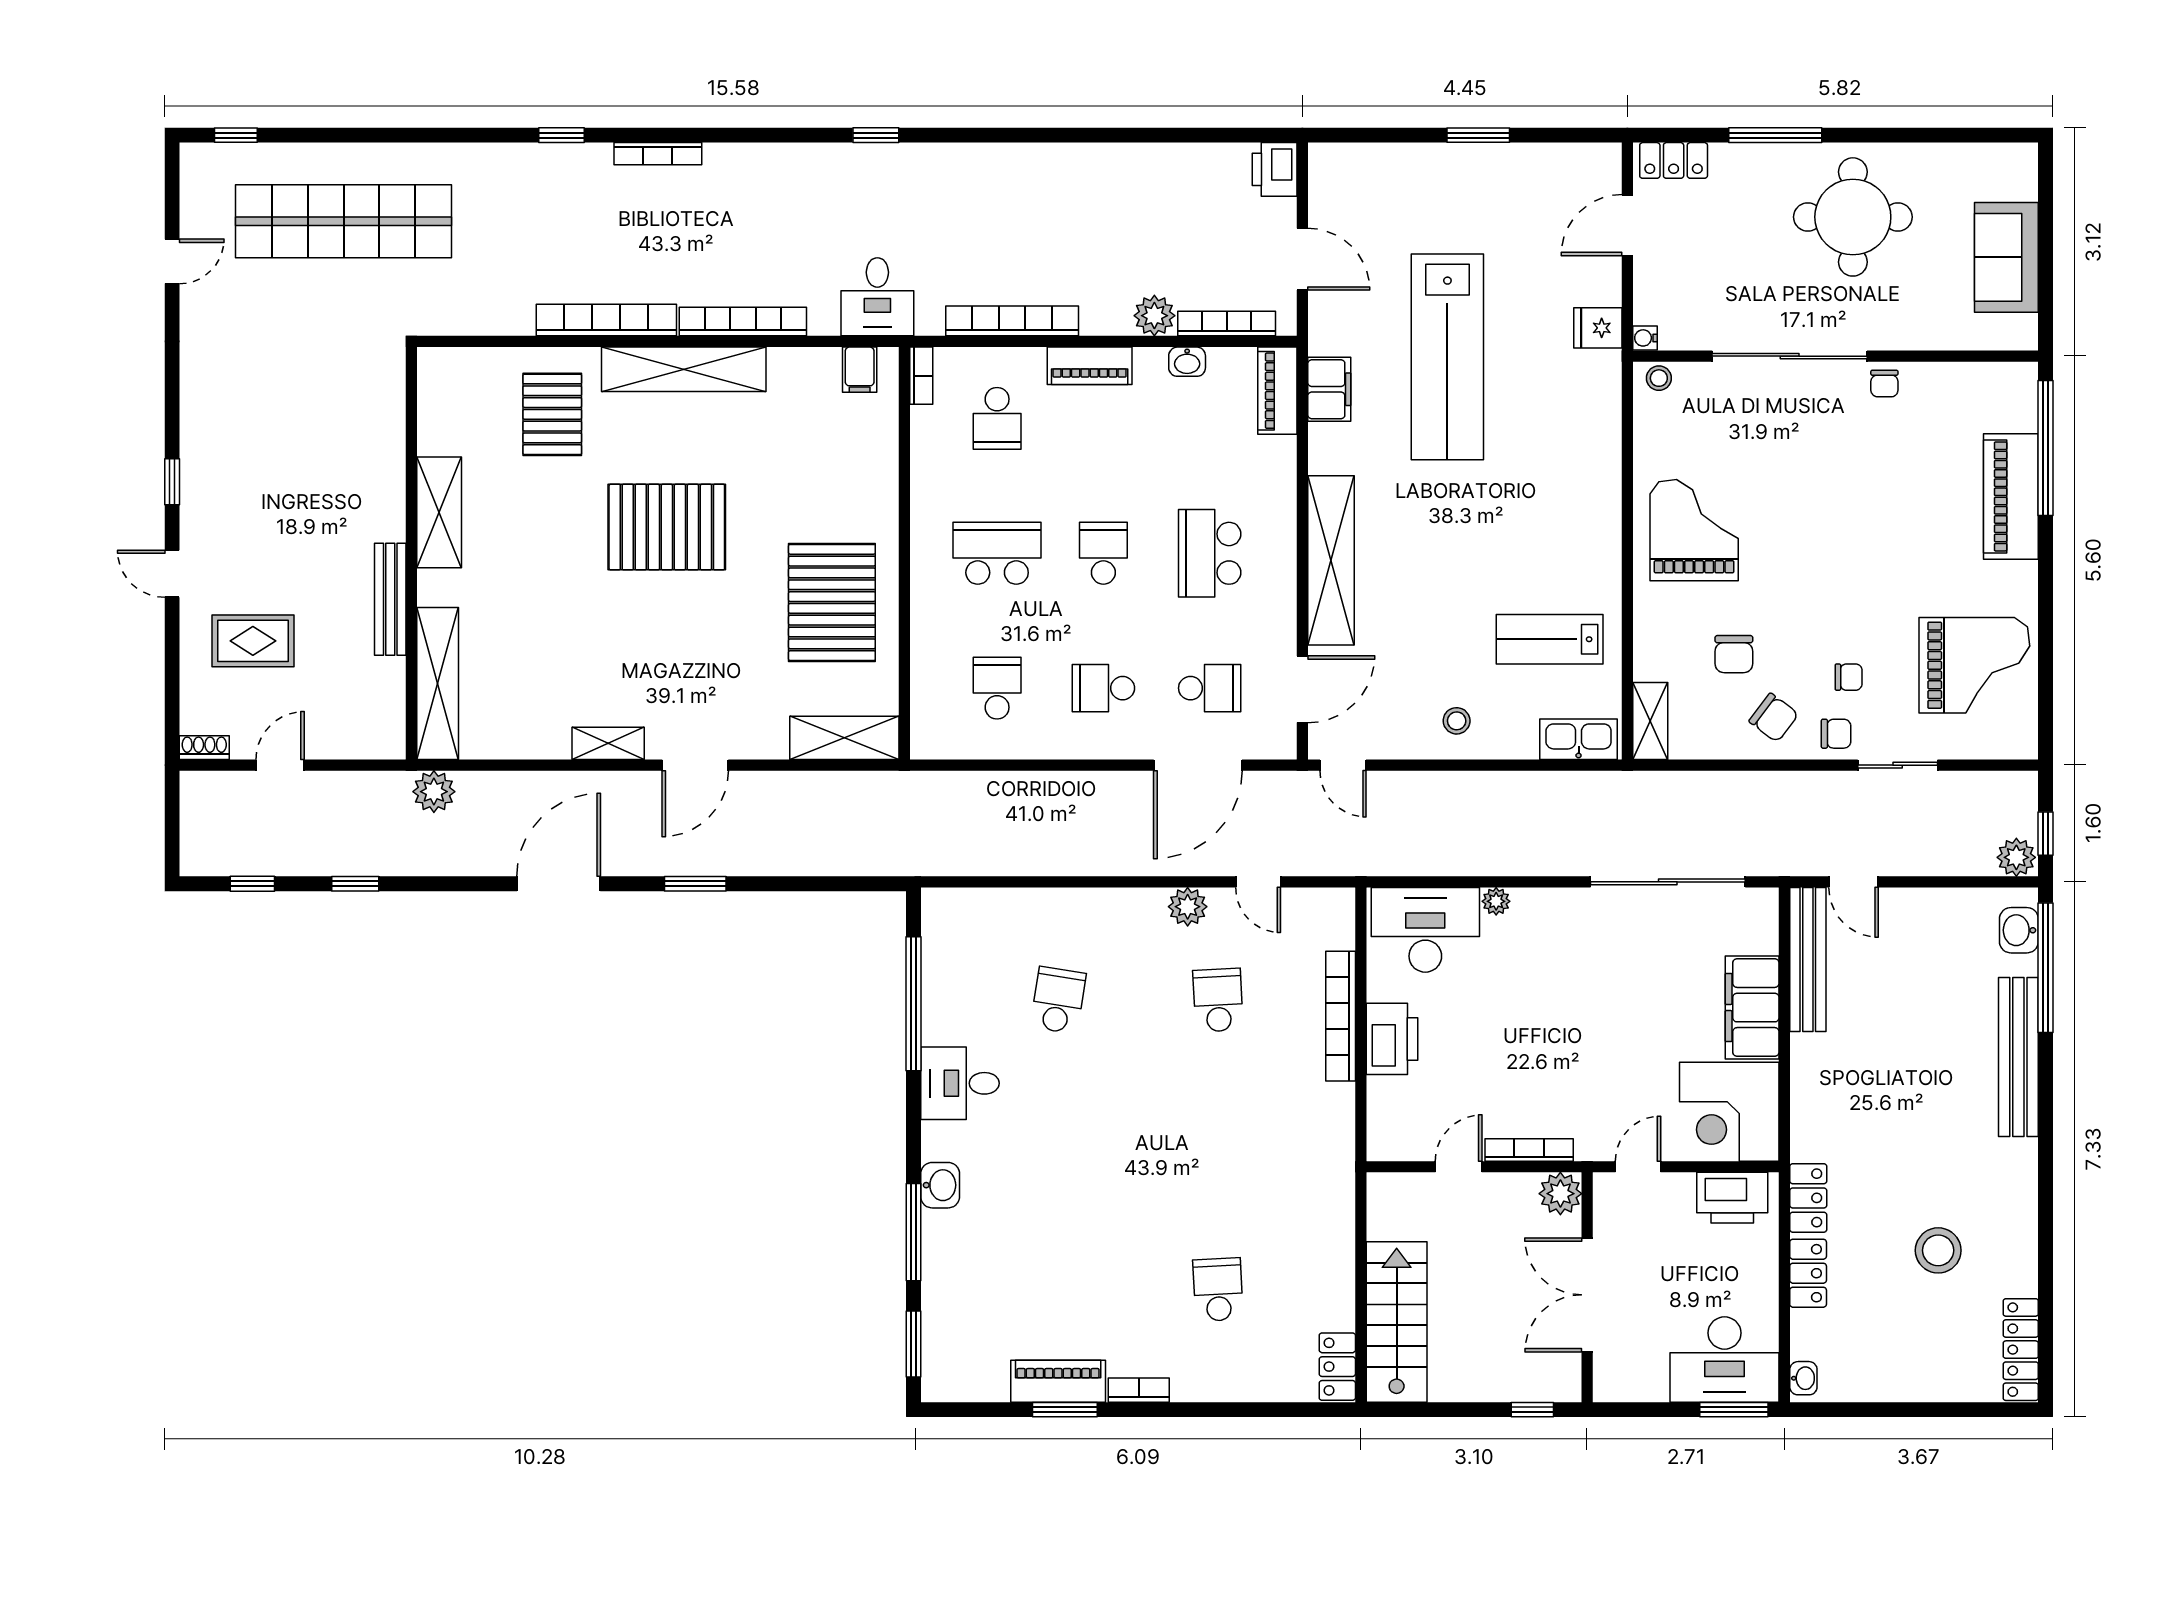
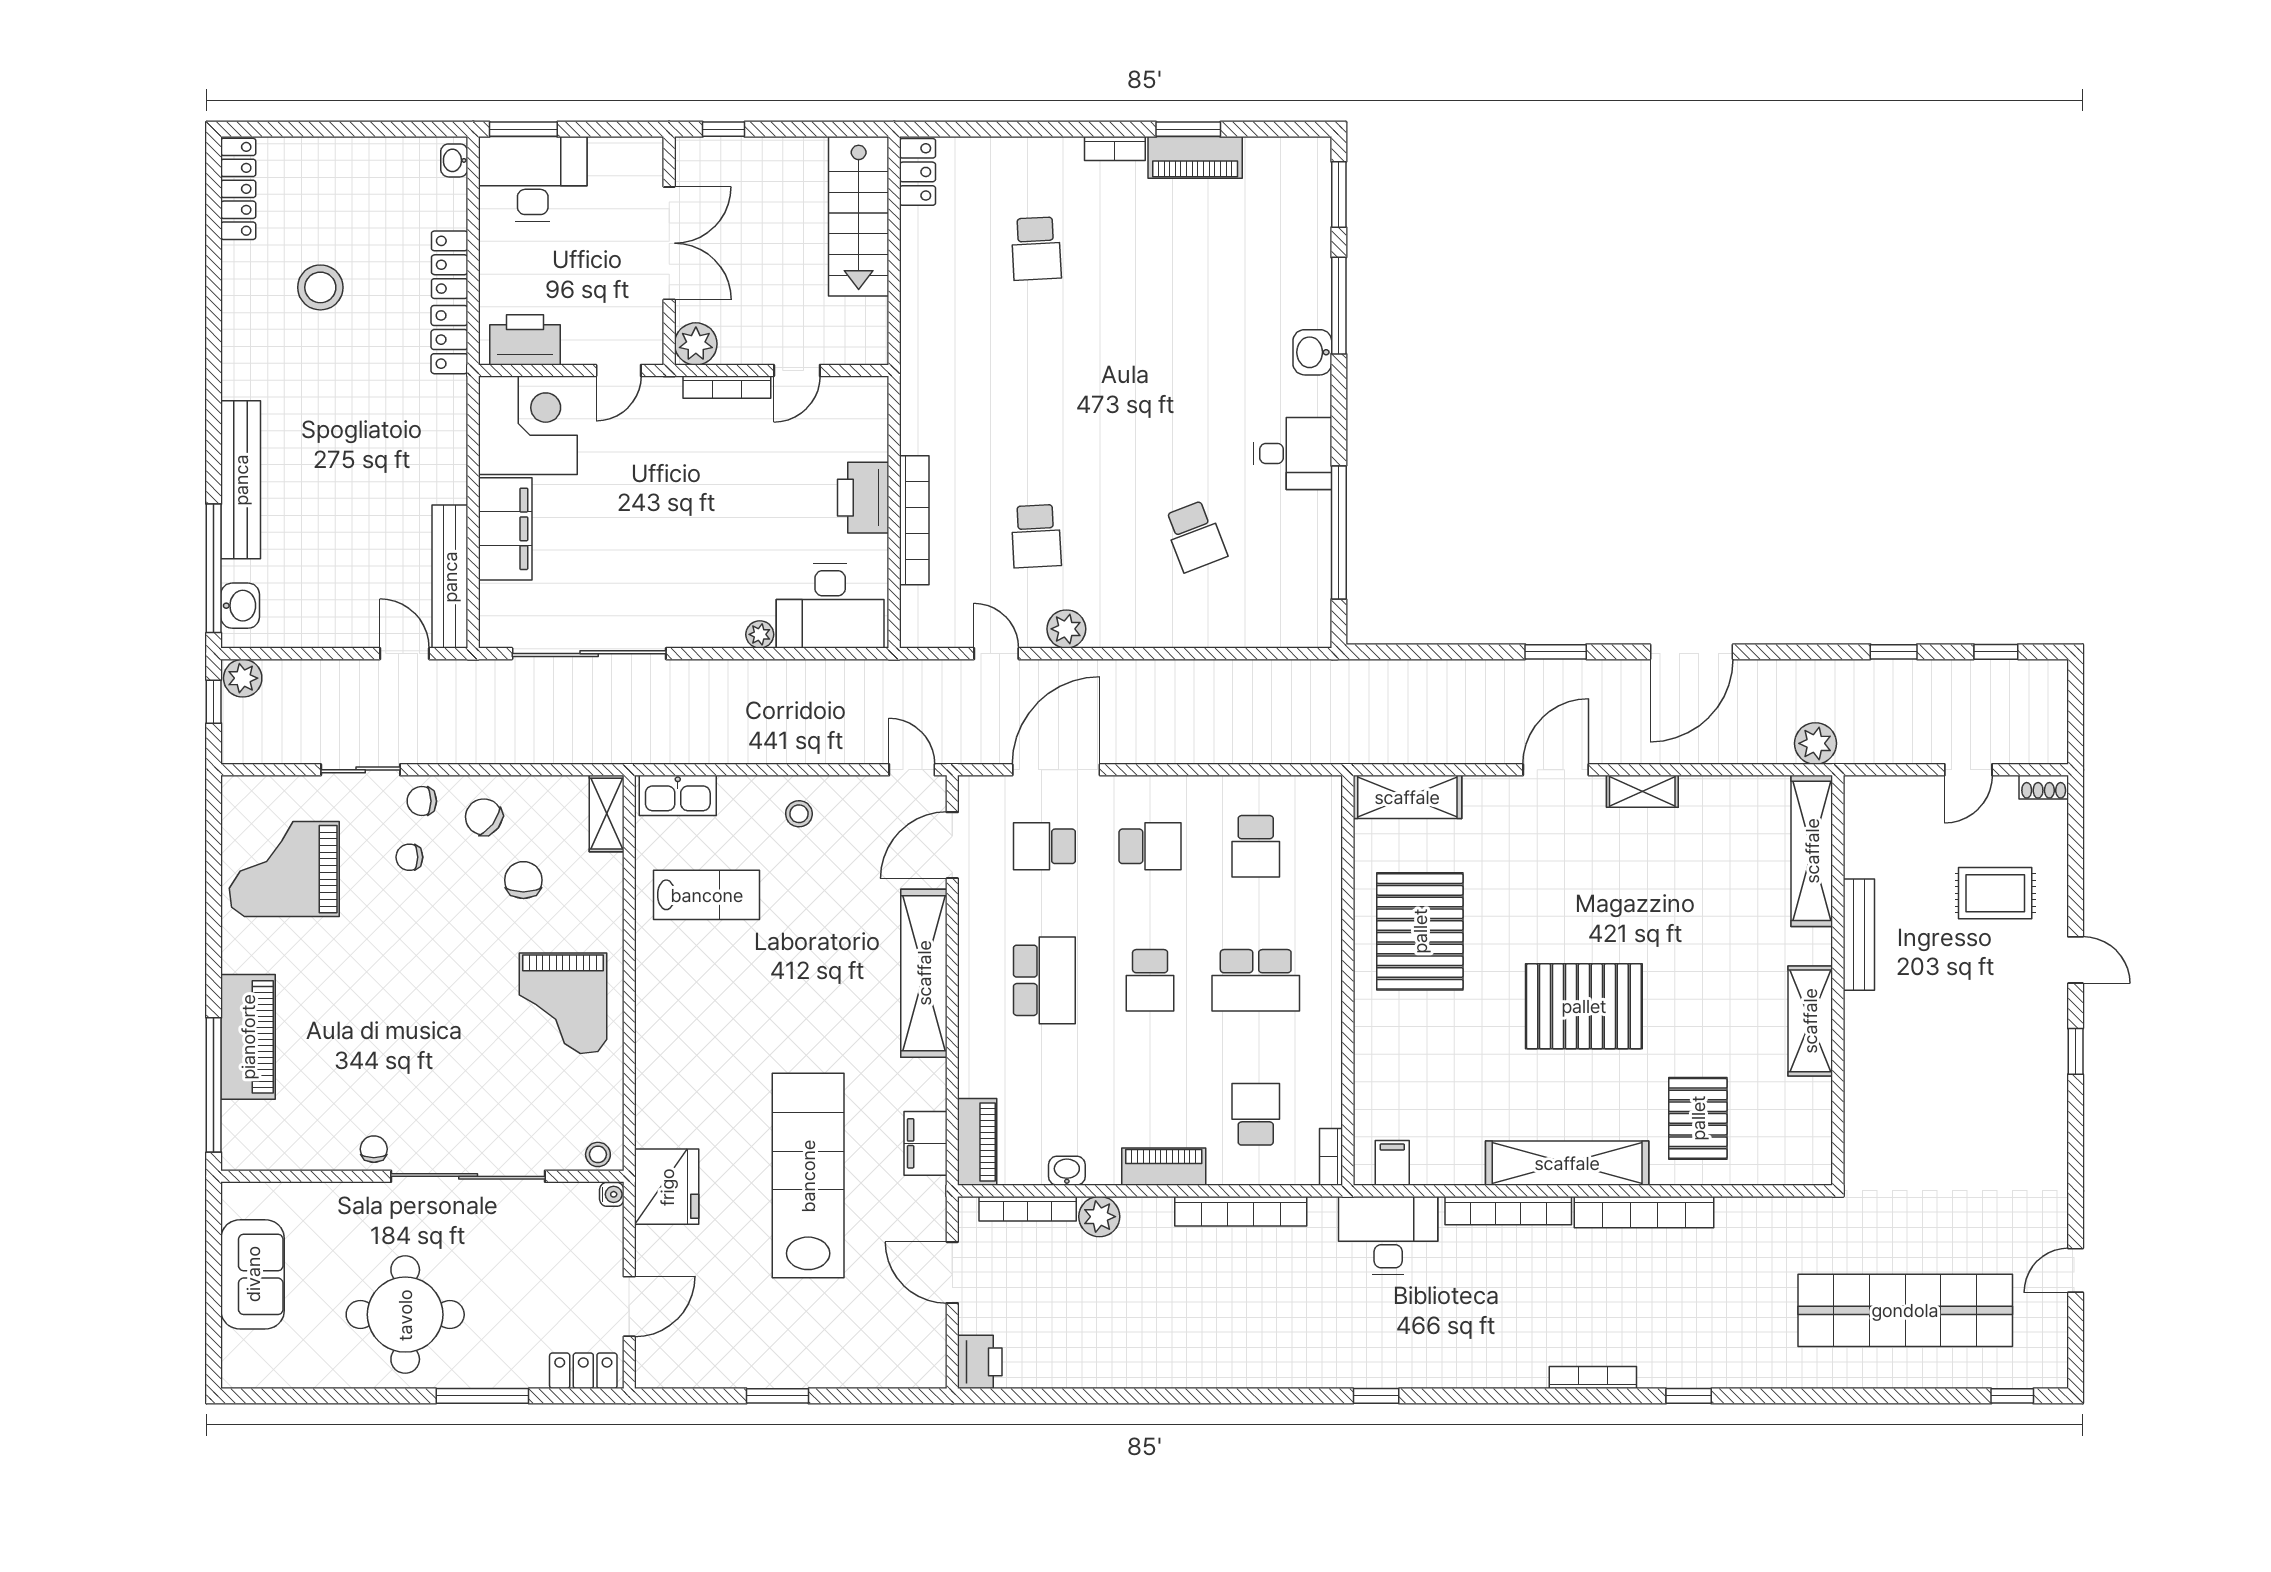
desk: (877, 297) -> (1388, 1235), width x1.37
fridge: (1598, 328) -> (667, 1187), width x1.88, depth x1.34
school desk: (1058, 1000) -> (1195, 536), turned -30

